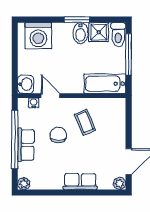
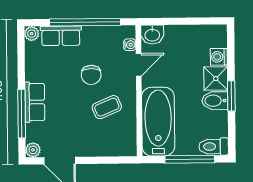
shower: (99, 32) -> (216, 79), moved
washing machine: (38, 36) -> (219, 57), width x0.53, depth x0.53
bathtub: (105, 84) -> (158, 122), width x1.36, depth x1.36
chair: (58, 135) -> (91, 75), turned 90
row of seats: (26, 145) -> (61, 36), moved
window: (90, 192) -> (22, 114), added

